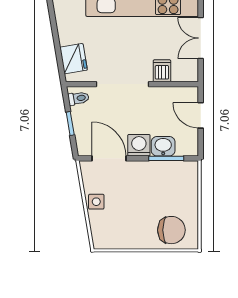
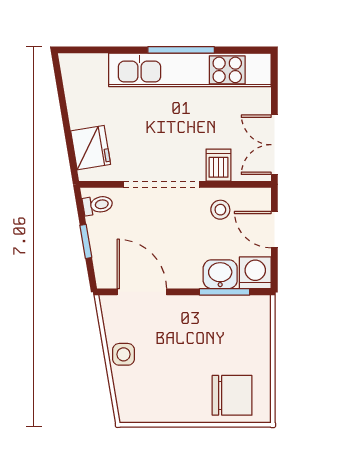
double door: (201, 38) -> (274, 145), moved
stool: (163, 102) -> (220, 210), added
washing machine: (139, 145) -> (255, 273), moved

